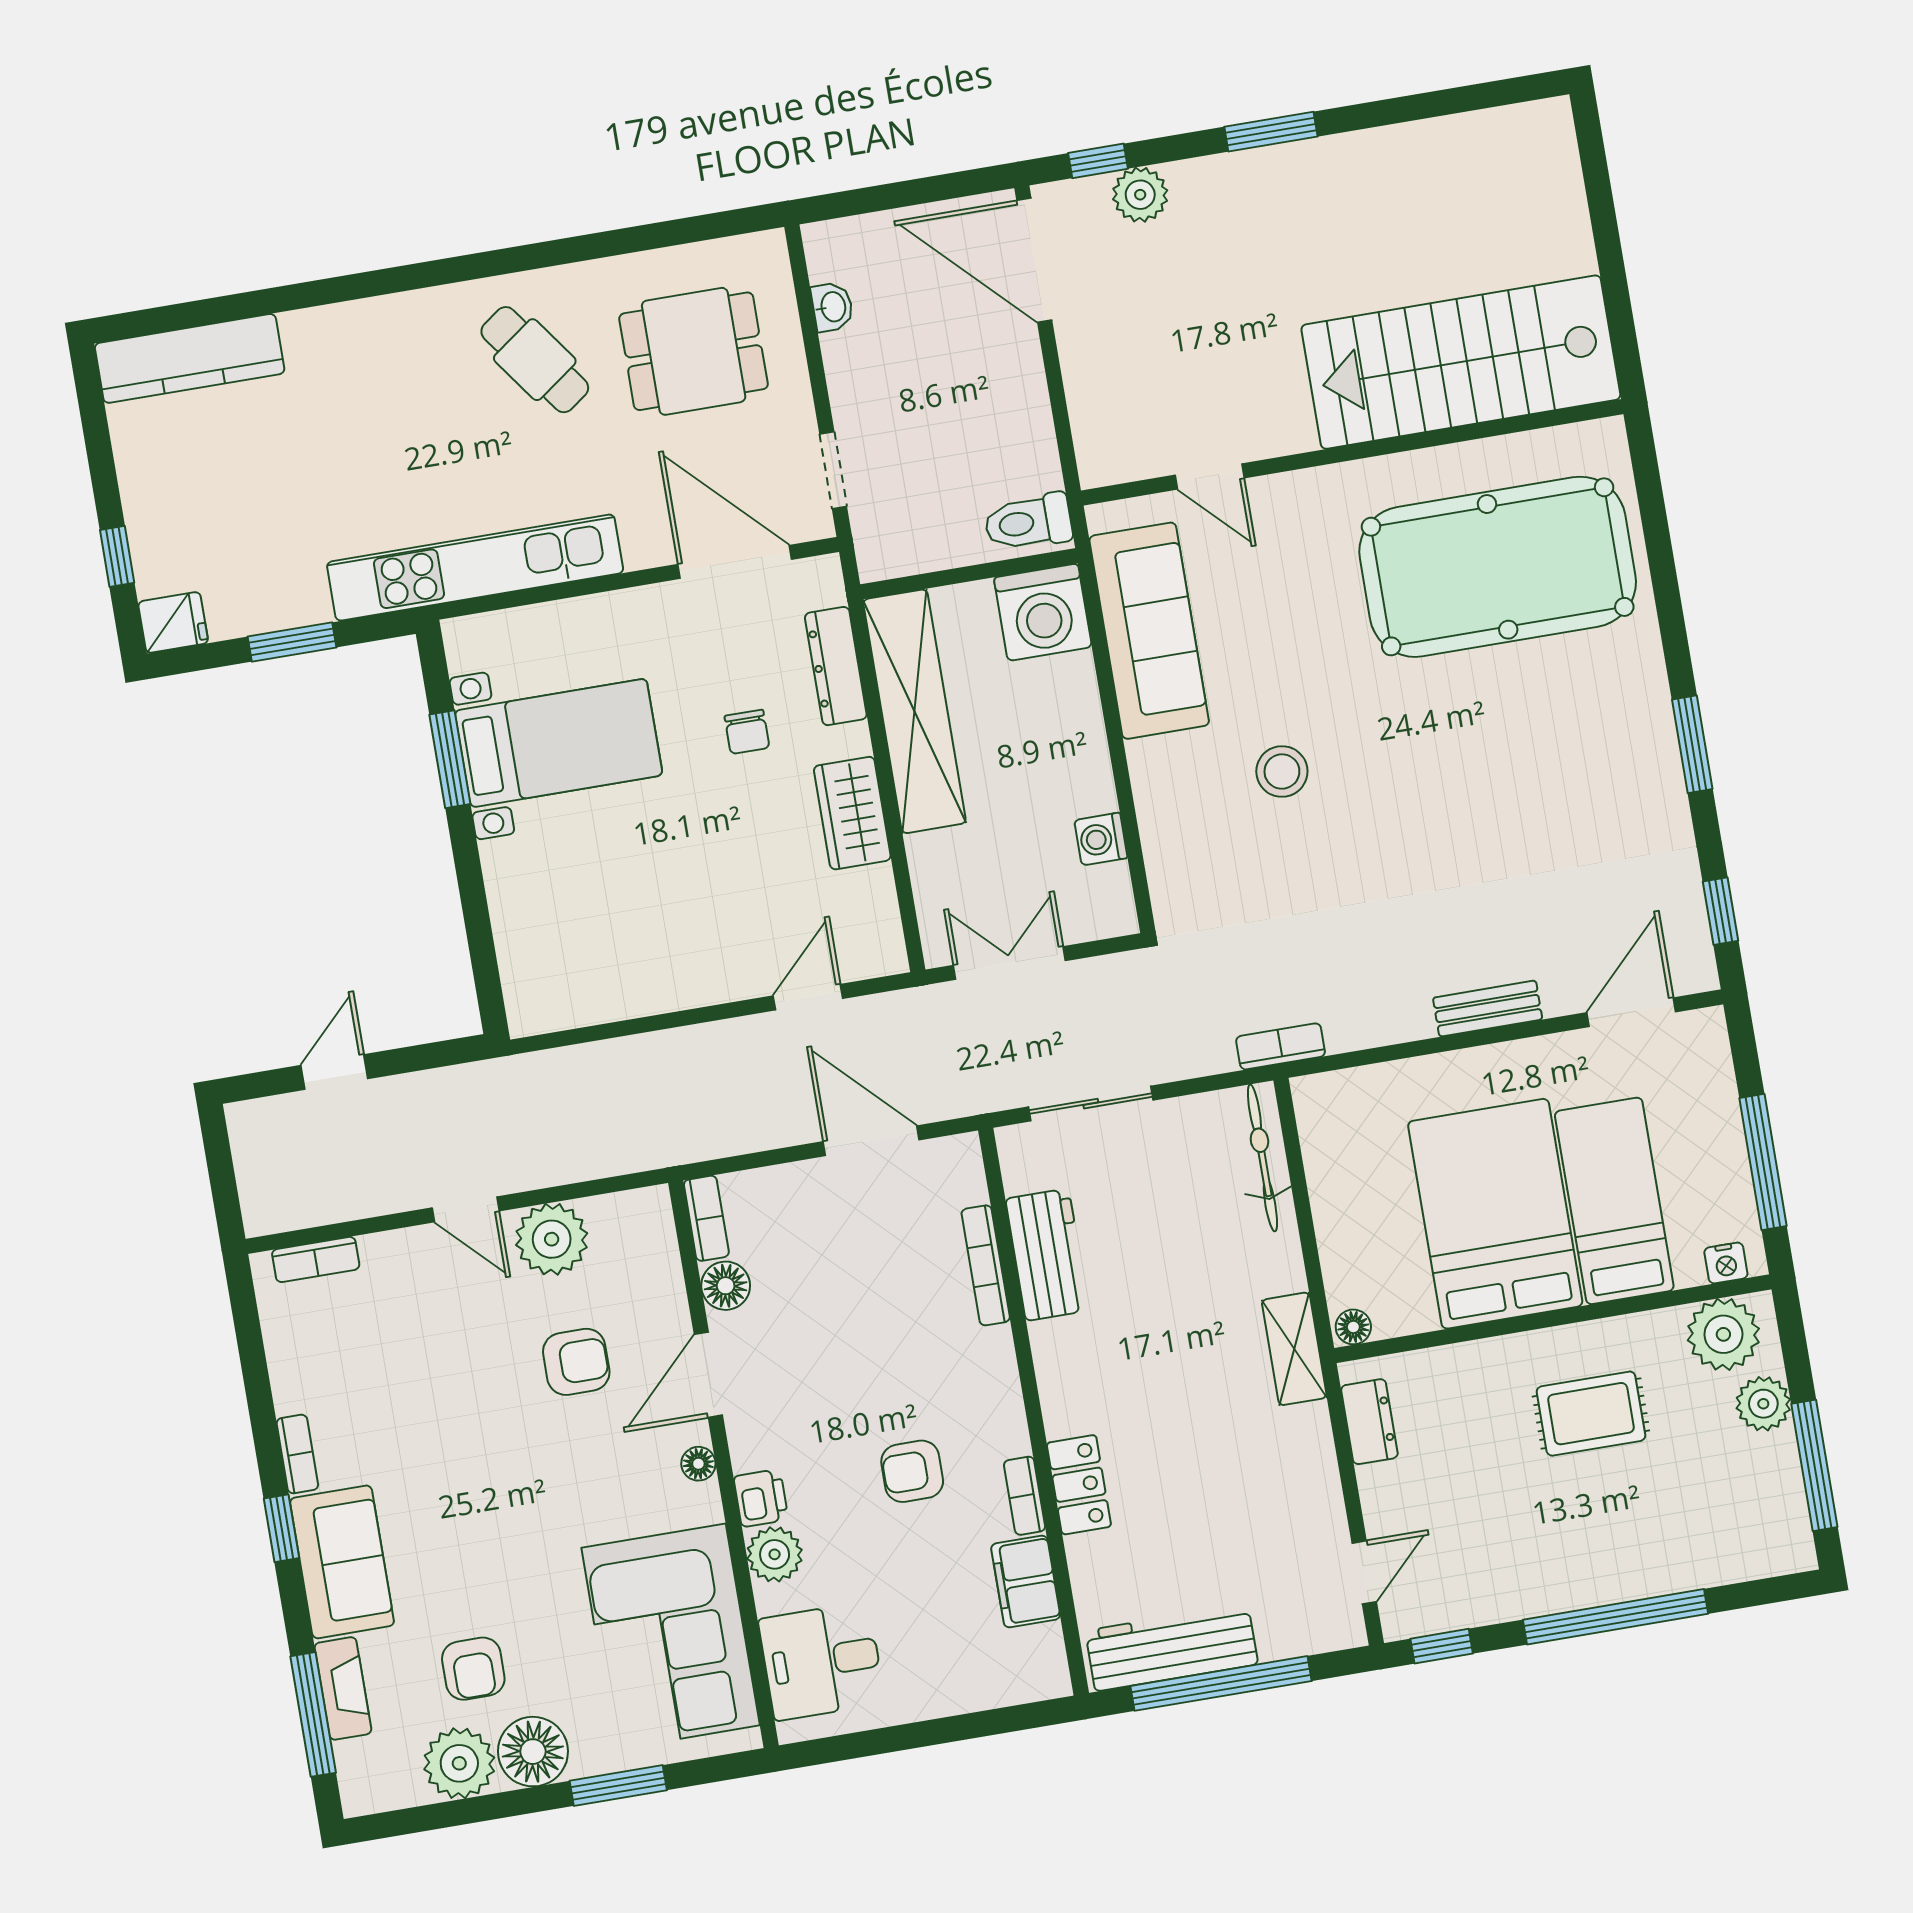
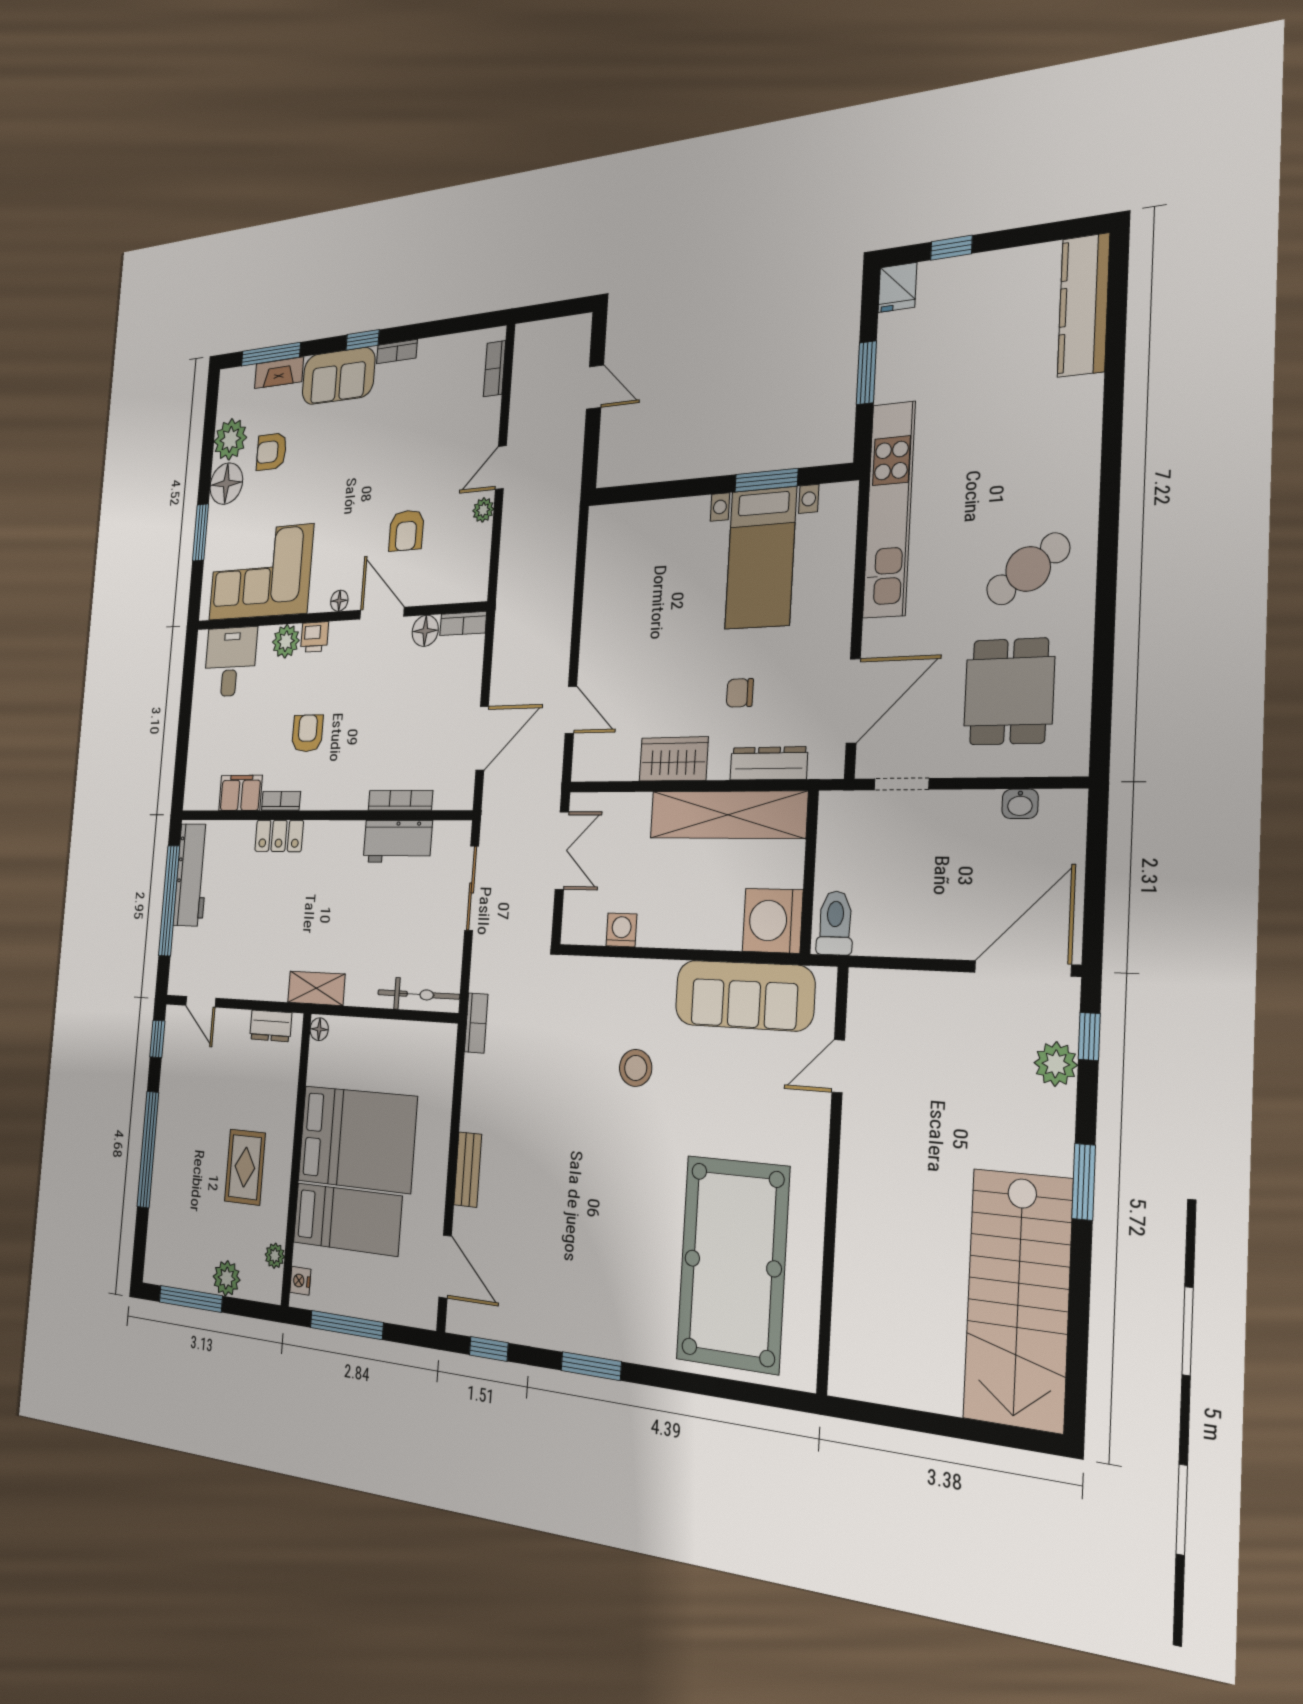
stairs: (1461, 362) -> (1018, 1299), moved, turned 180
plant: (552, 1239) -> (483, 510), width x0.53, depth x0.53
plant: (1723, 1334) -> (275, 1256), width x0.53, depth x0.53

